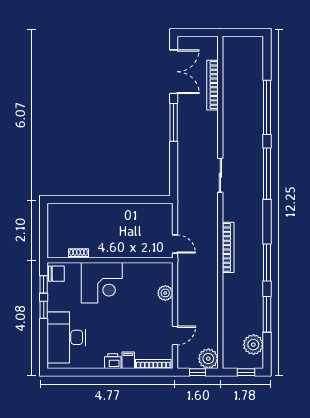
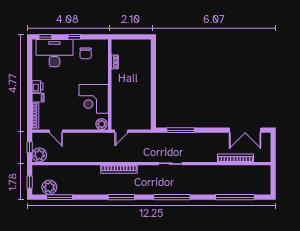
window: (267, 107) -> (235, 197), moved
window: (174, 122) -> (181, 130), moved
window: (267, 263) -> (121, 197), moved
chair: (56, 274) -> (86, 53), moved
corner desk: (102, 283) -> (94, 99), moved
window: (44, 284) -> (45, 37), moved
plant: (165, 293) -> (101, 124), moved
window: (267, 314) -> (60, 197), moved

